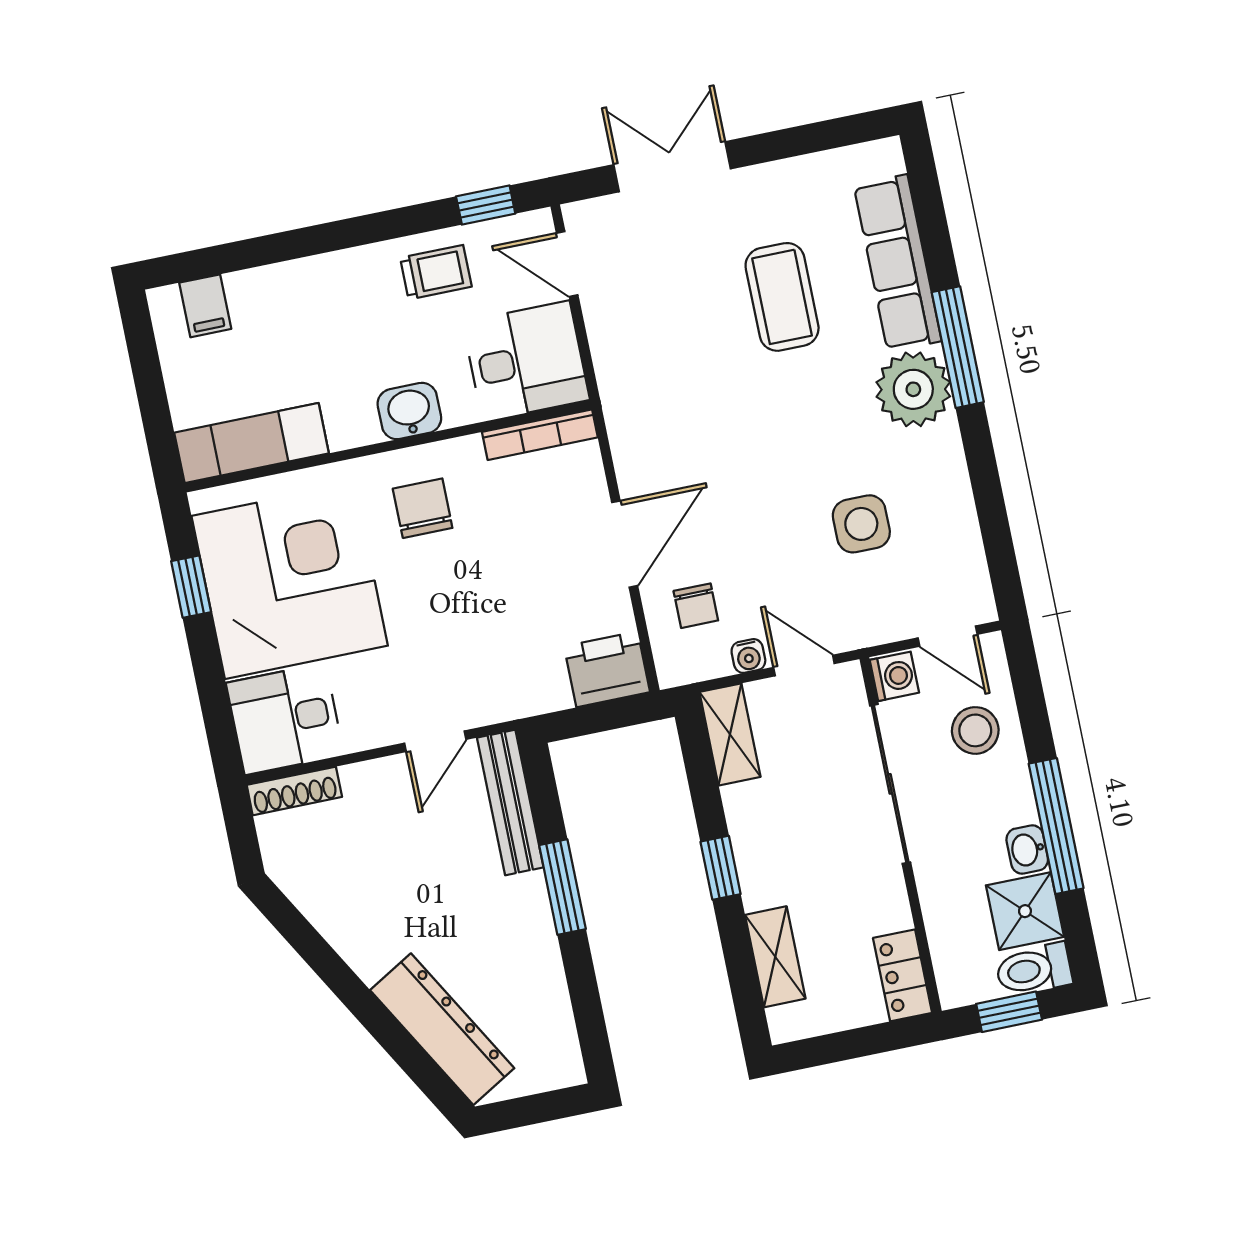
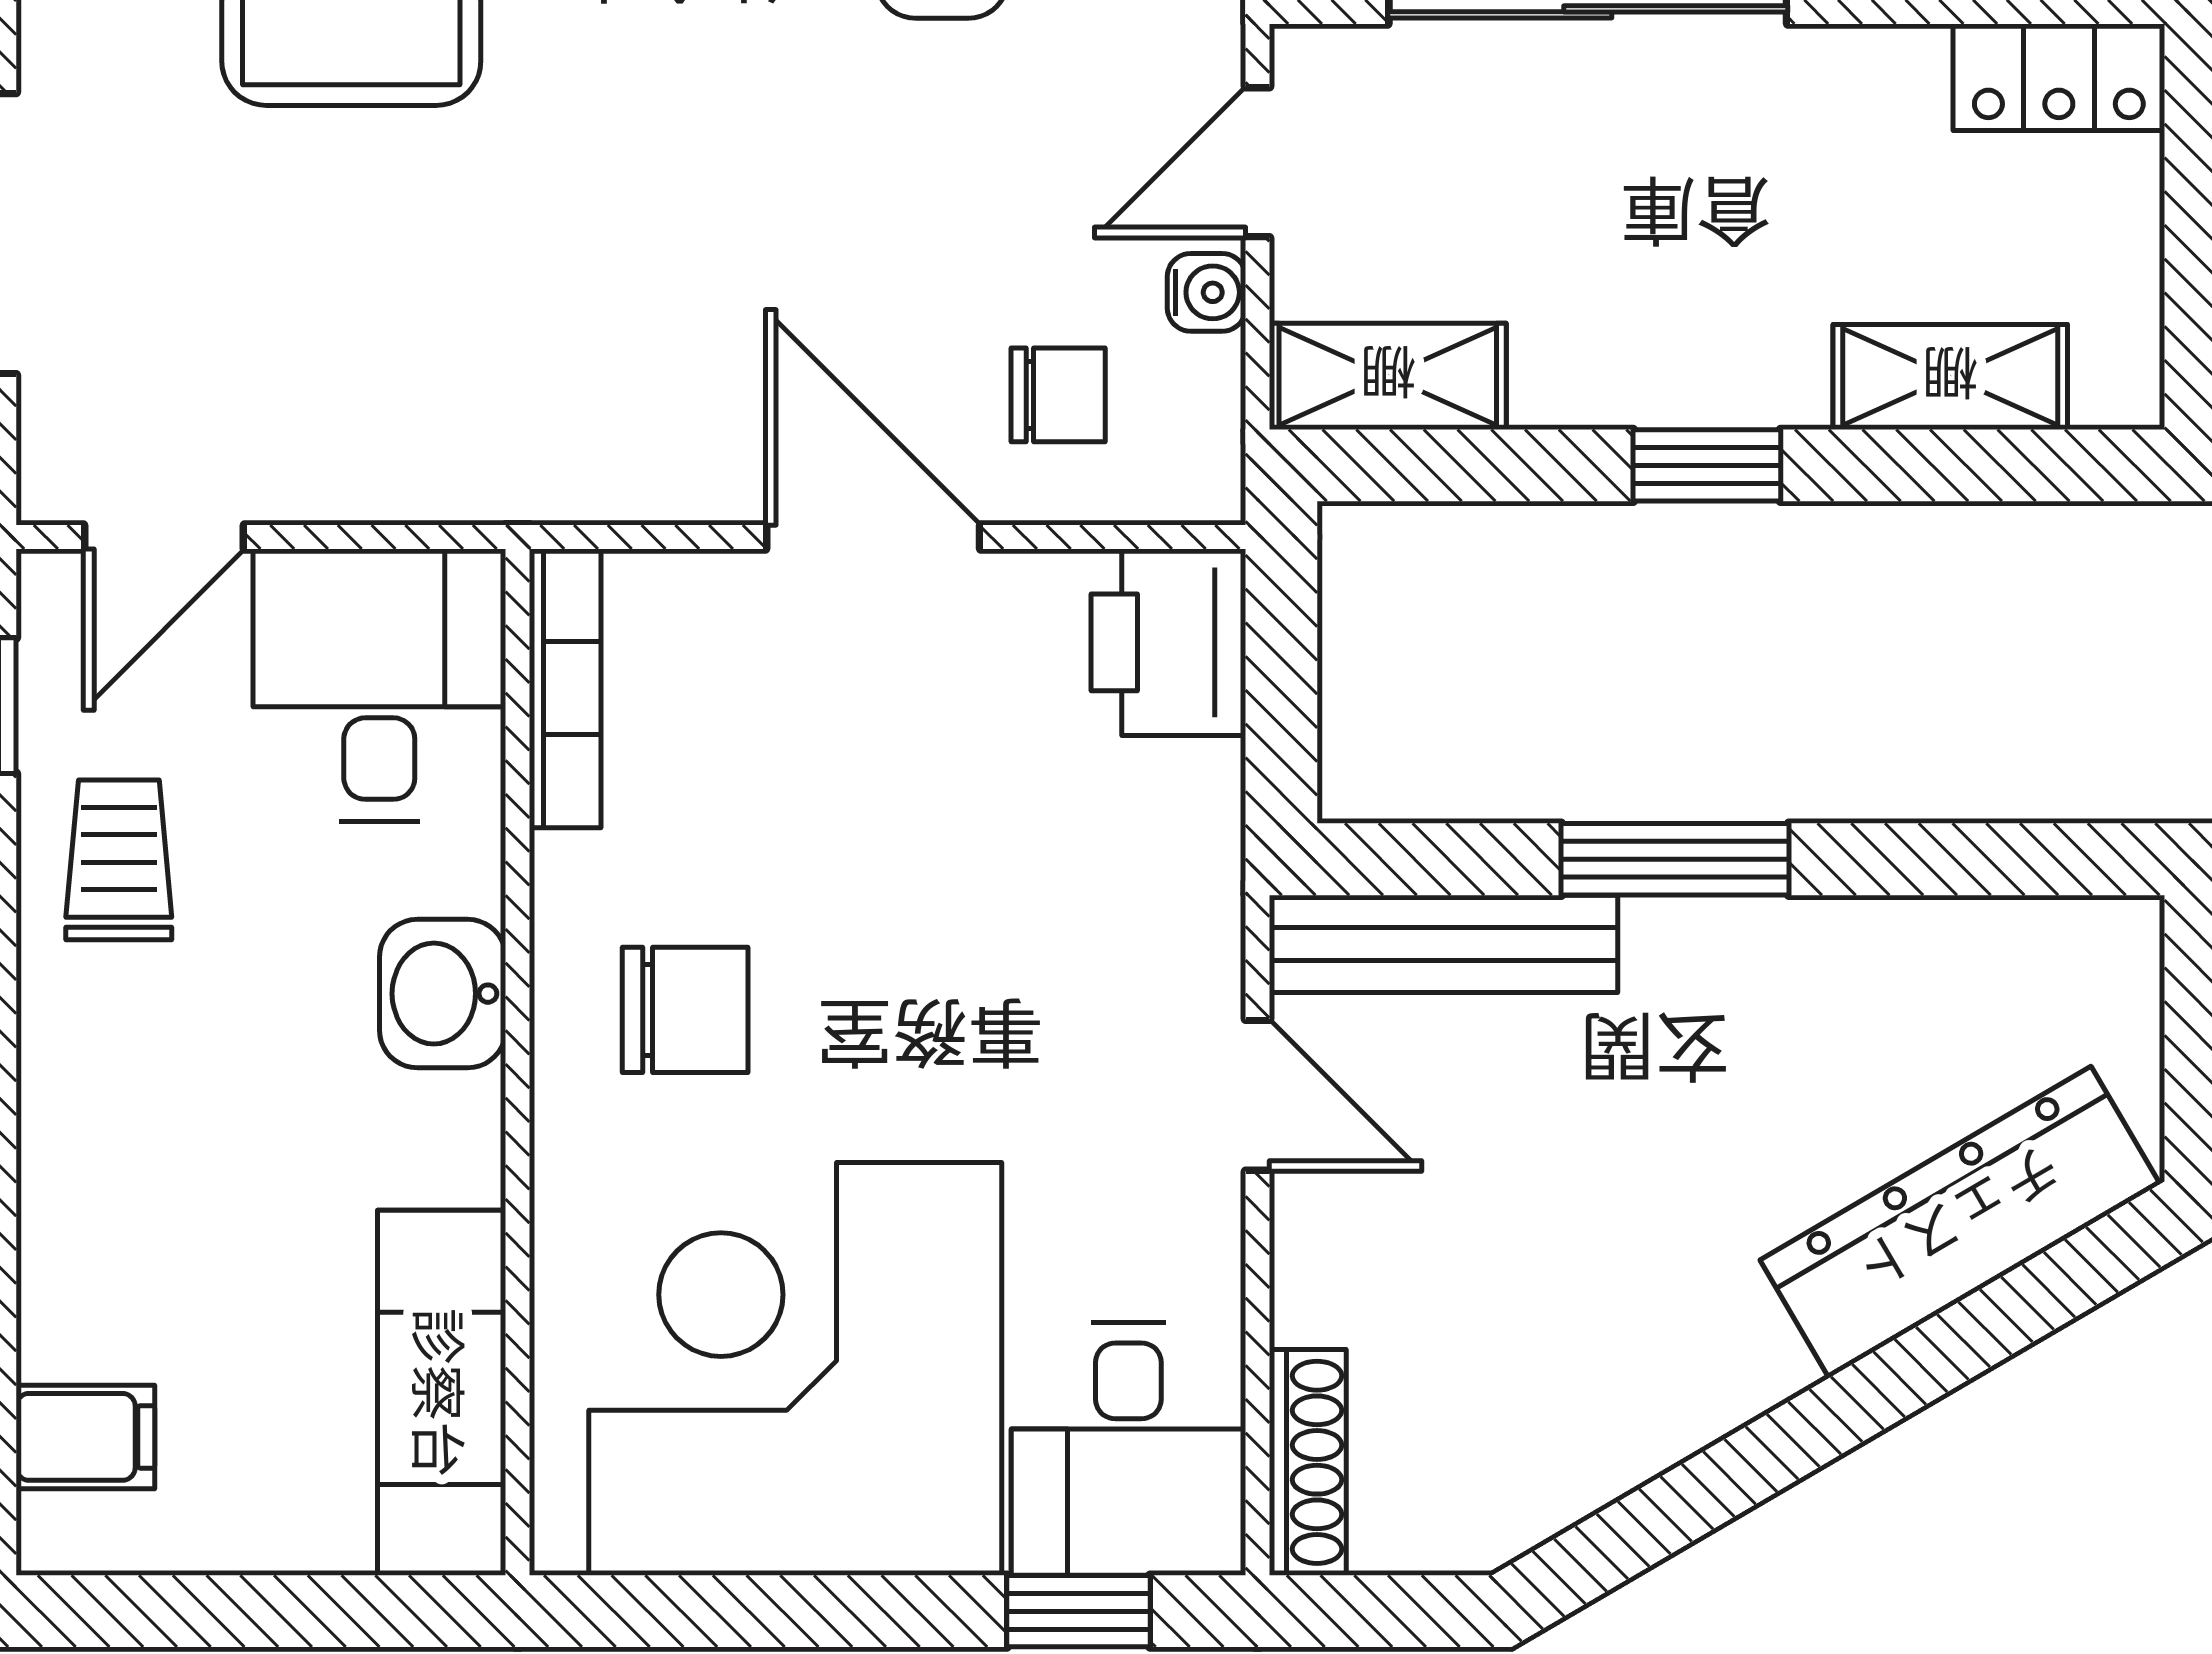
chair: (423, 508) -> (685, 1010), turned 180
window: (191, 587) -> (1079, 1611), moved

